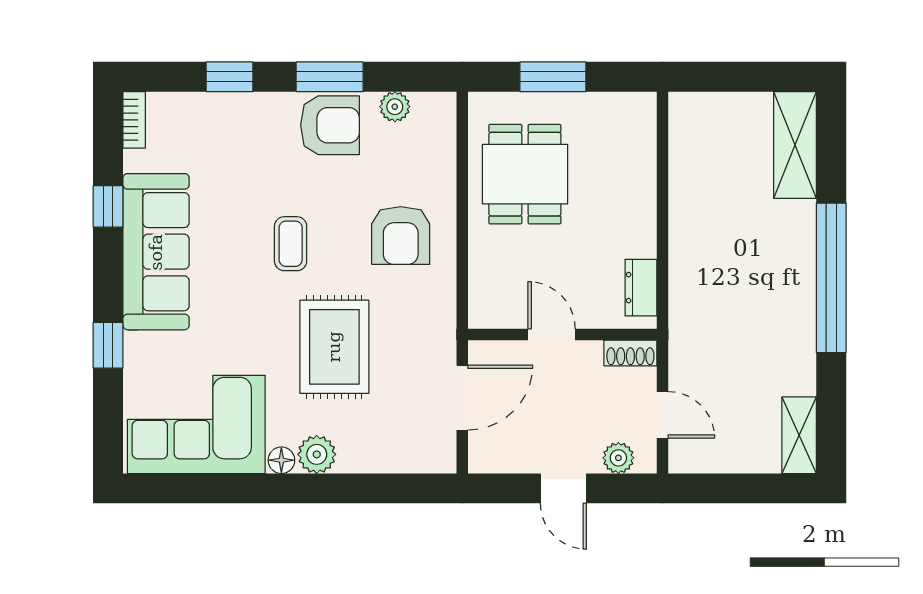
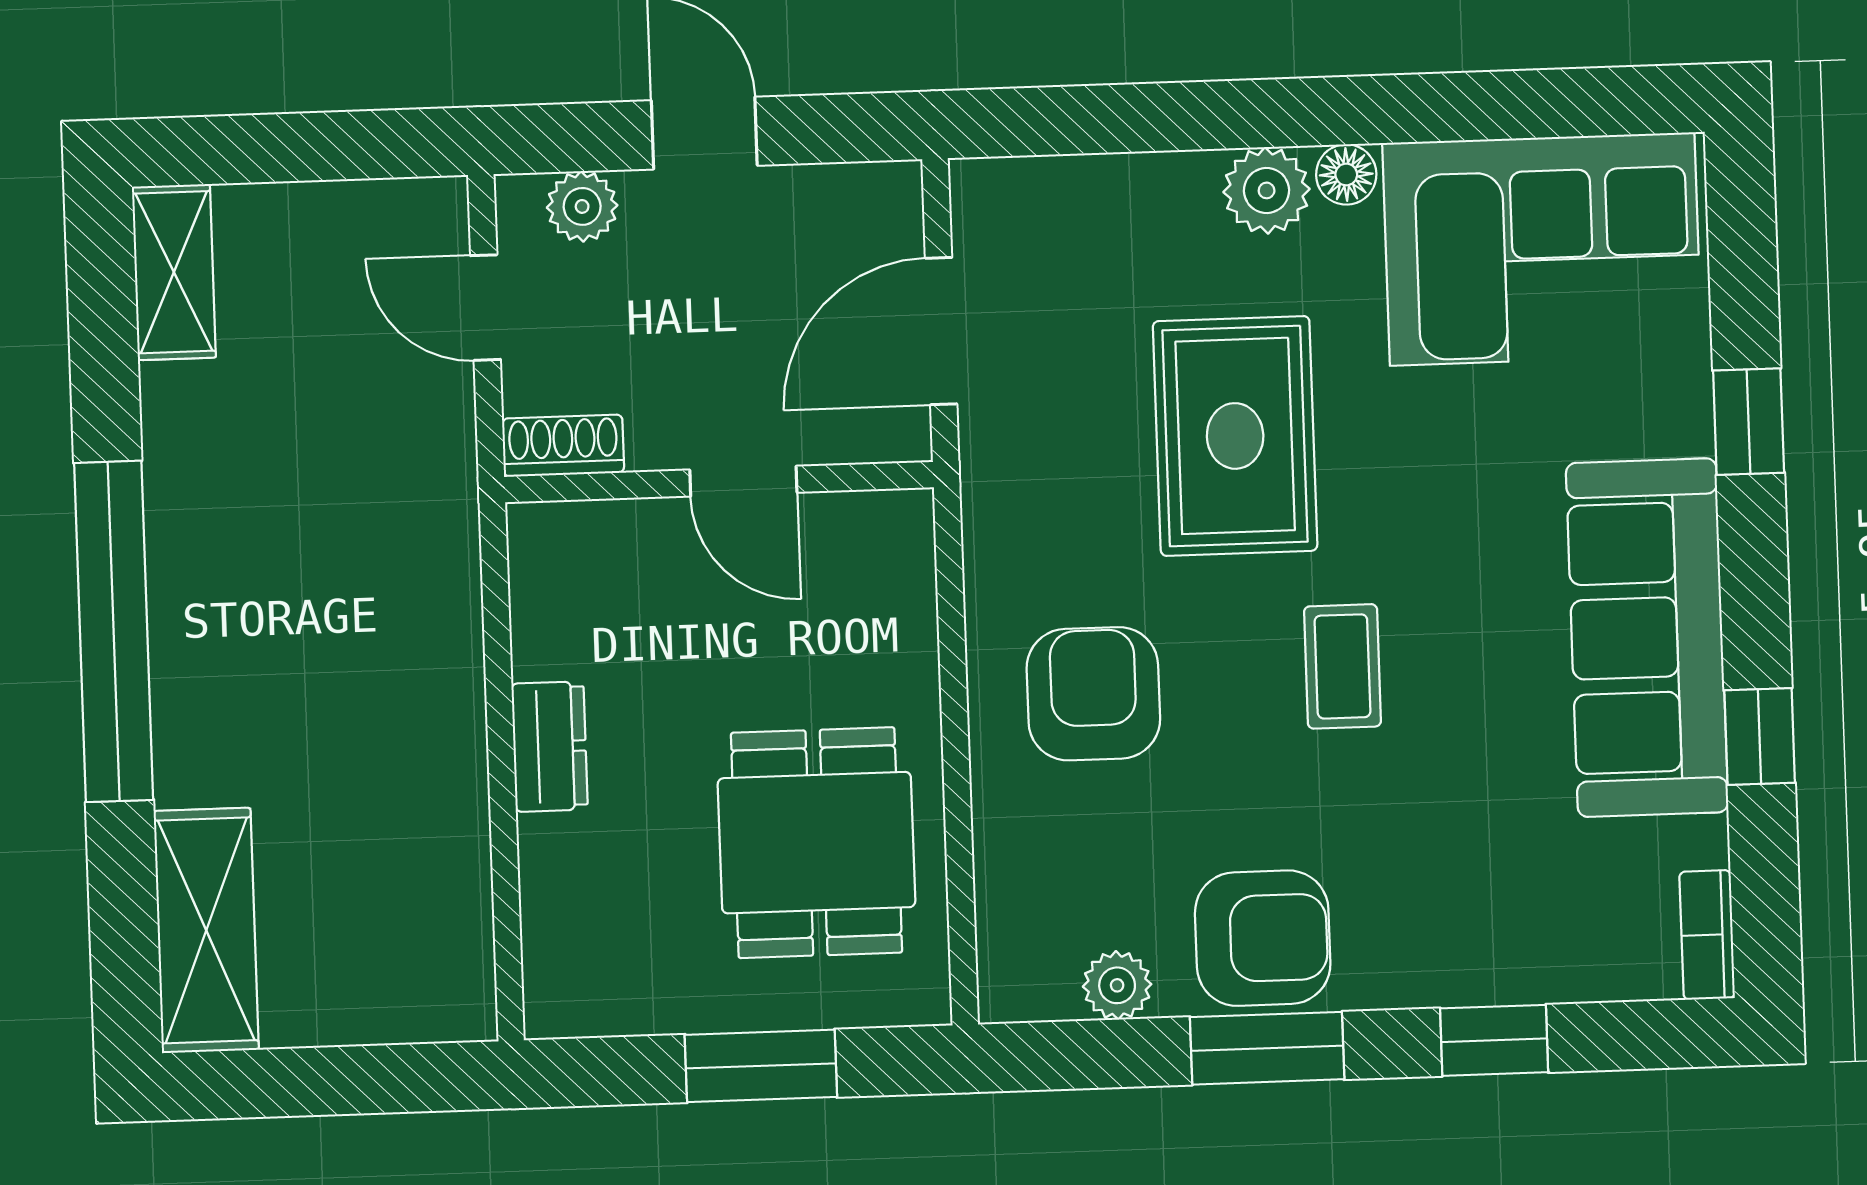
armchair: (330, 125) -> (1263, 938), turned 180
dresser: (641, 288) -> (550, 747), moved

